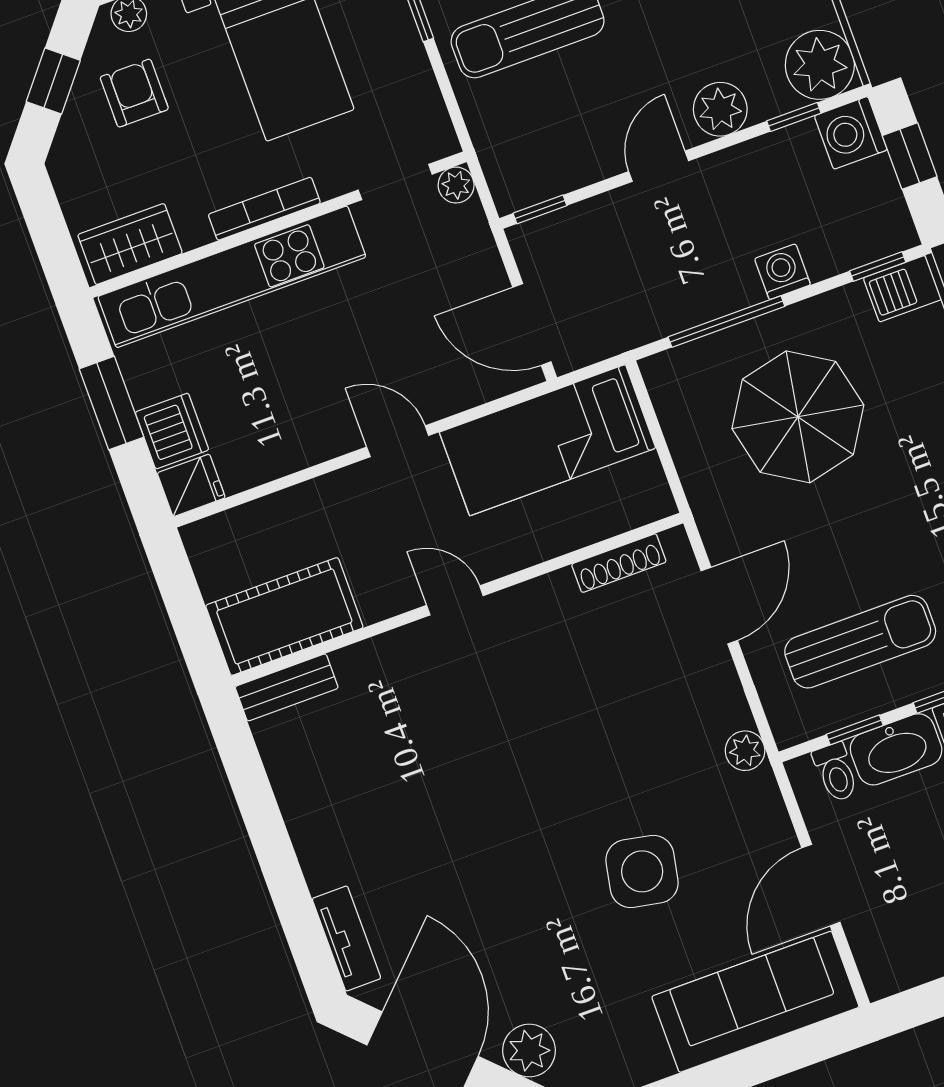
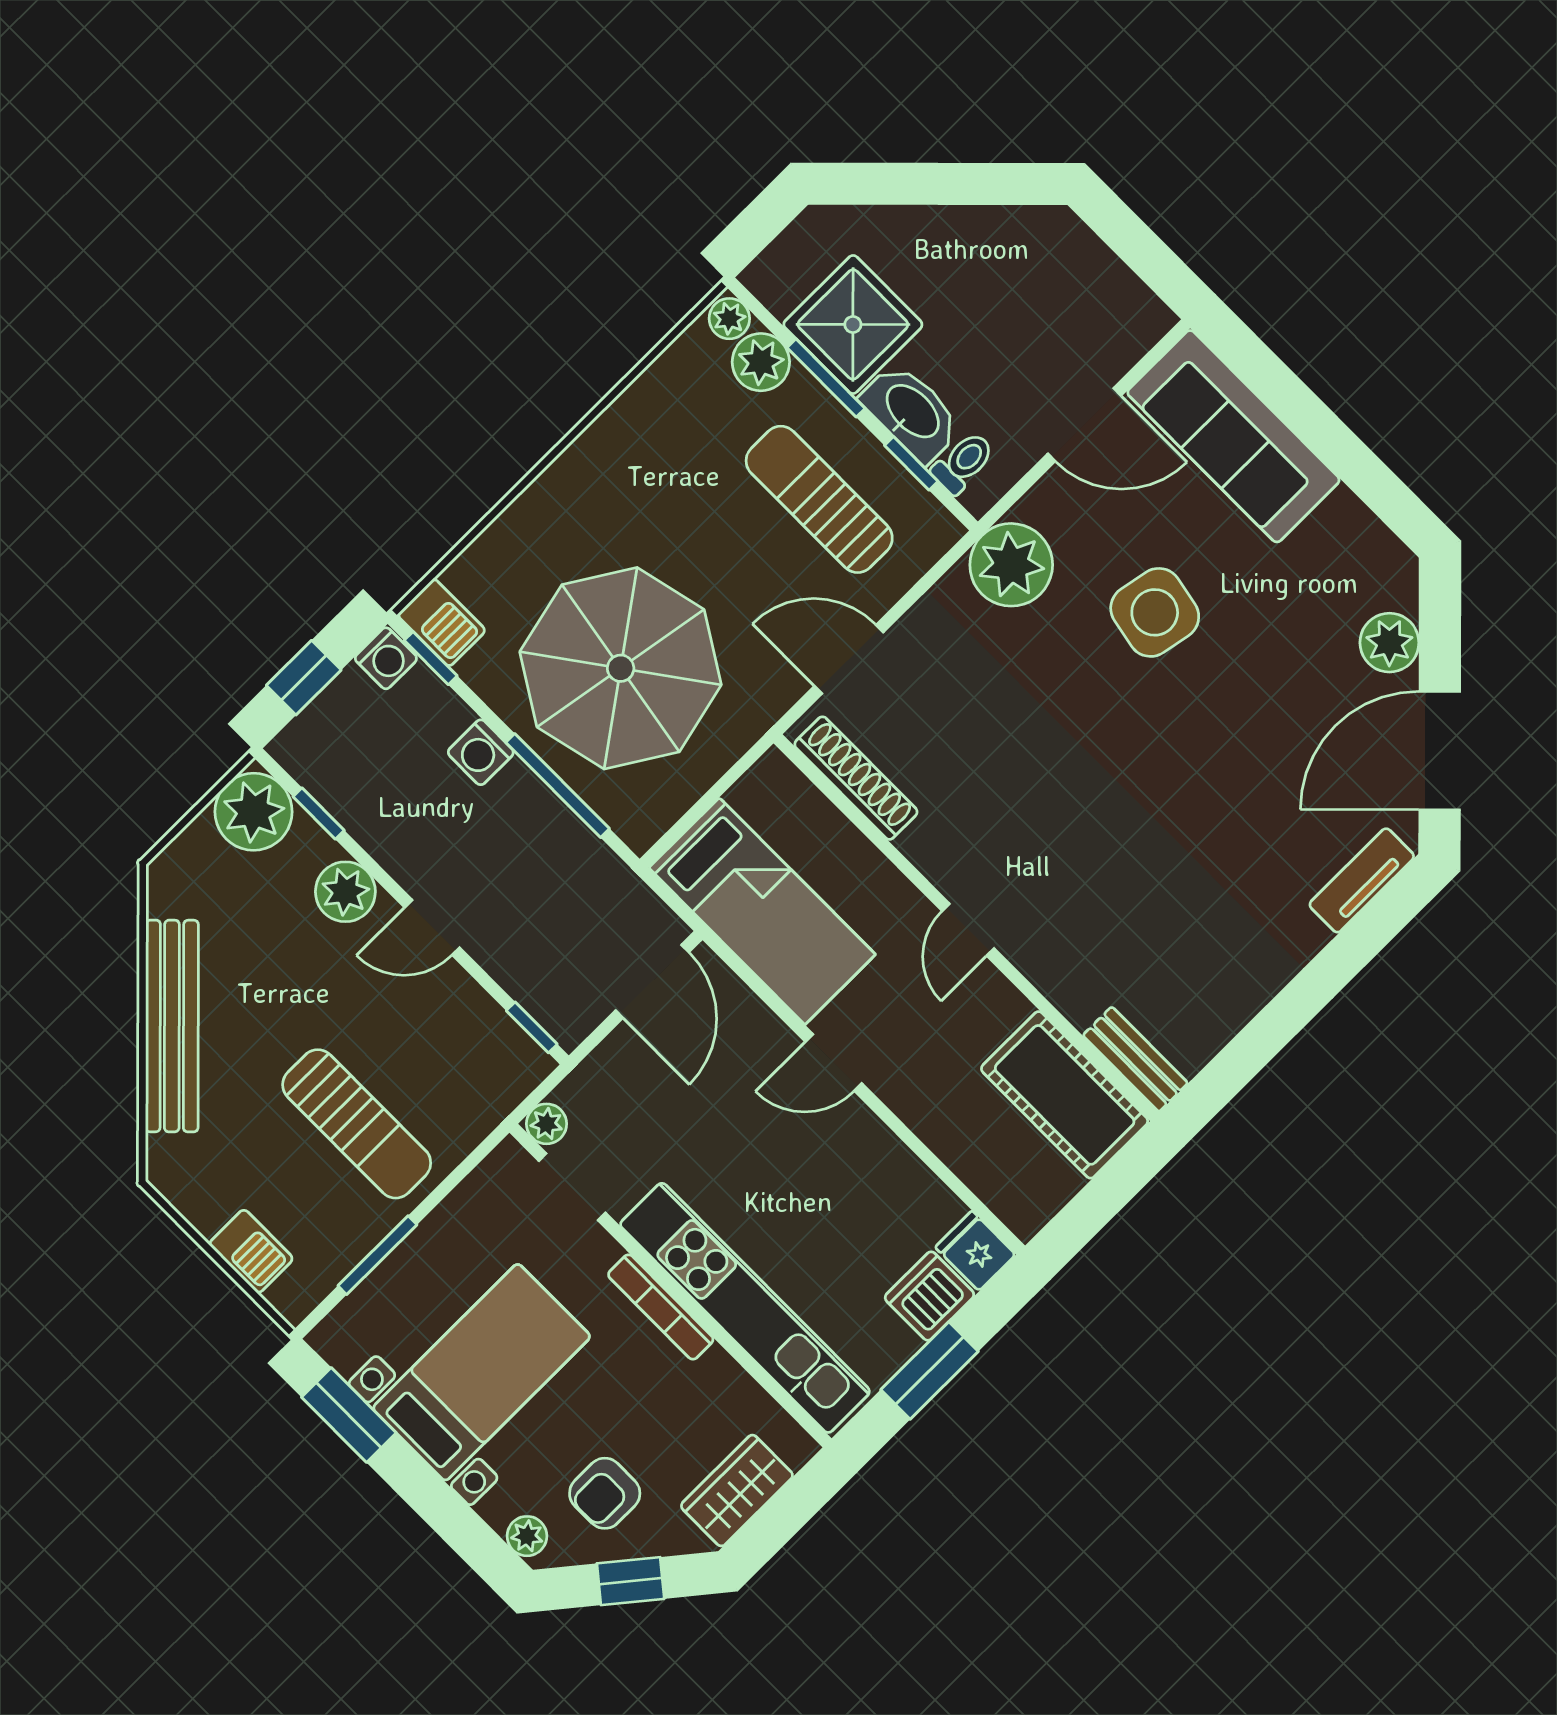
washing machine: (851, 133) -> (386, 658), moved, width x0.73, depth x0.73
wardrobe: (130, 244) -> (737, 1491), moved, turned 90
parasol: (798, 417) -> (621, 668), width x1.36, depth x1.36
door: (398, 441) -> (834, 1062), hinge flipped
shoe rack: (619, 563) -> (856, 778), width x1.36, depth x1.24
plant: (745, 751) -> (1011, 565), width x1.88, depth x1.88

